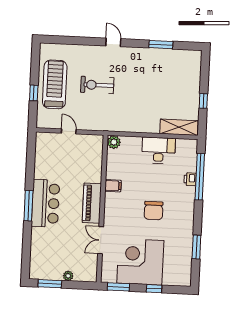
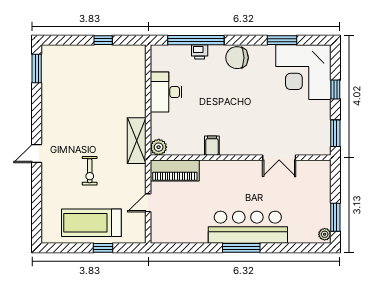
window: (161, 45) -> (37, 69), moved
exercise bike: (97, 85) -> (90, 171), width x0.73, depth x0.72
shelving: (179, 127) -> (137, 141), moved
bar counter: (45, 203) -> (248, 227), width x1.36
piano: (92, 203) -> (175, 170), moved
chair: (154, 211) -> (237, 58), moved, turned 180
corner desk: (140, 262) -> (303, 72), moved
plant: (68, 276) -> (325, 234), moved

